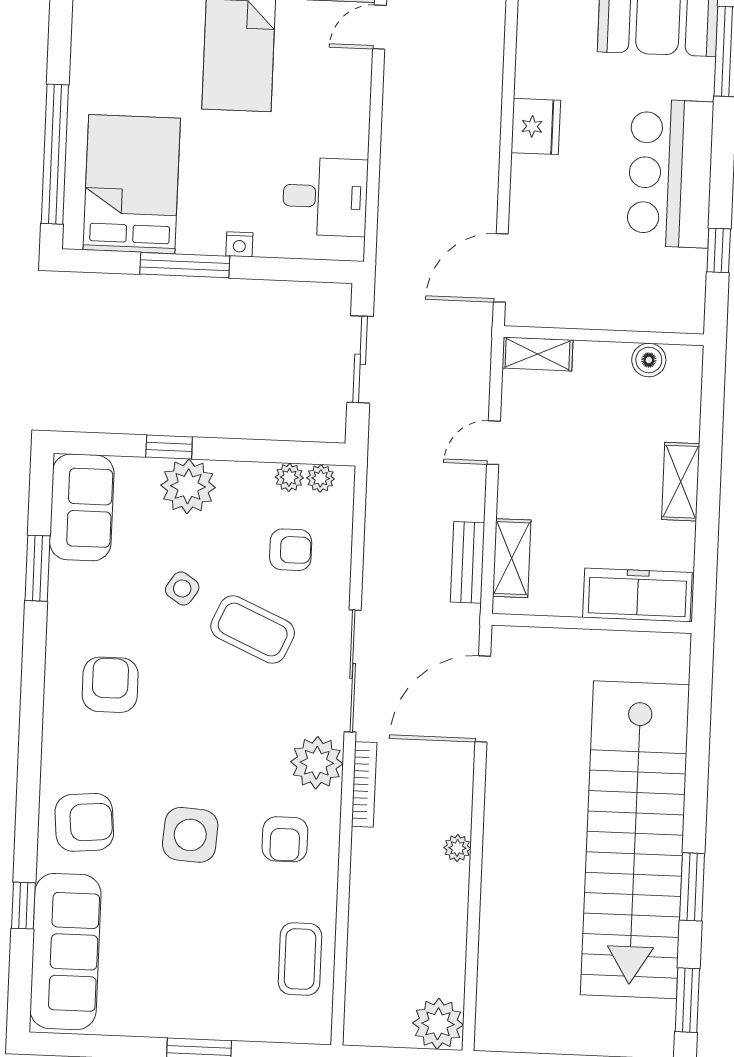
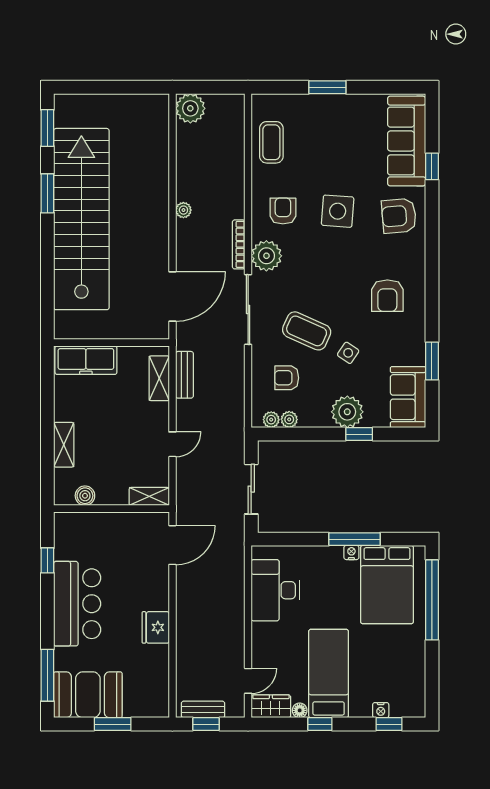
desk: (325, 197) -> (275, 590), width x1.37
nightstand: (239, 244) -> (351, 552), moved
shelving: (681, 482) -> (64, 445), moved

